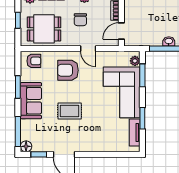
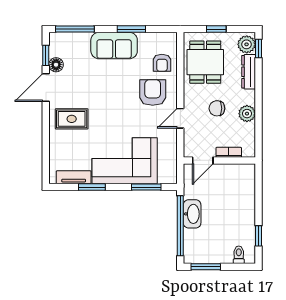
door: (121, 31) -> (203, 160), swing flipped
washbasin: (169, 41) -> (192, 214), width x1.91, depth x1.45
armchair: (34, 61) -> (162, 63), moved
plant: (135, 61) -> (165, 178), removed
rug: (70, 111) -> (72, 119), moved, turned 90
floor lamp: (26, 146) -> (56, 65), moved

